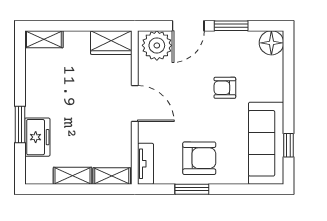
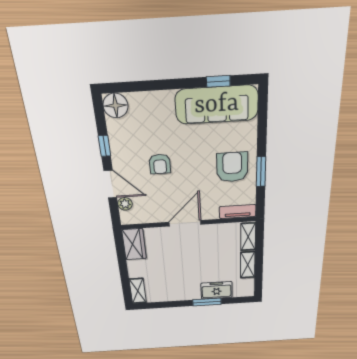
window: (231, 26) -> (104, 146), width x0.67
plant: (157, 45) -> (125, 204), width x0.53, depth x0.53
armchair: (225, 88) -> (160, 164), moved

